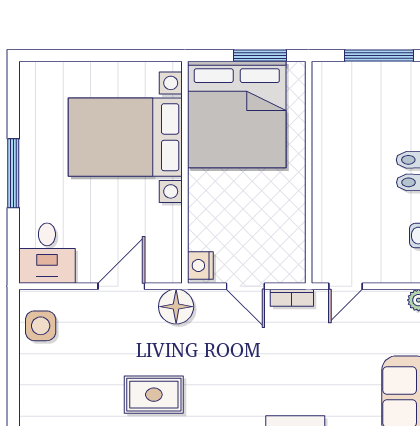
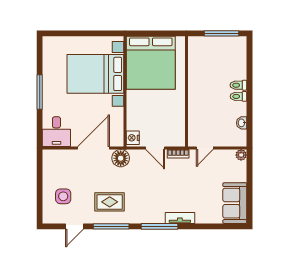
window: (260, 56) -> (162, 33), removed
door: (121, 286) -> (93, 148), width x1.36
side table: (41, 326) -> (63, 196), moved

